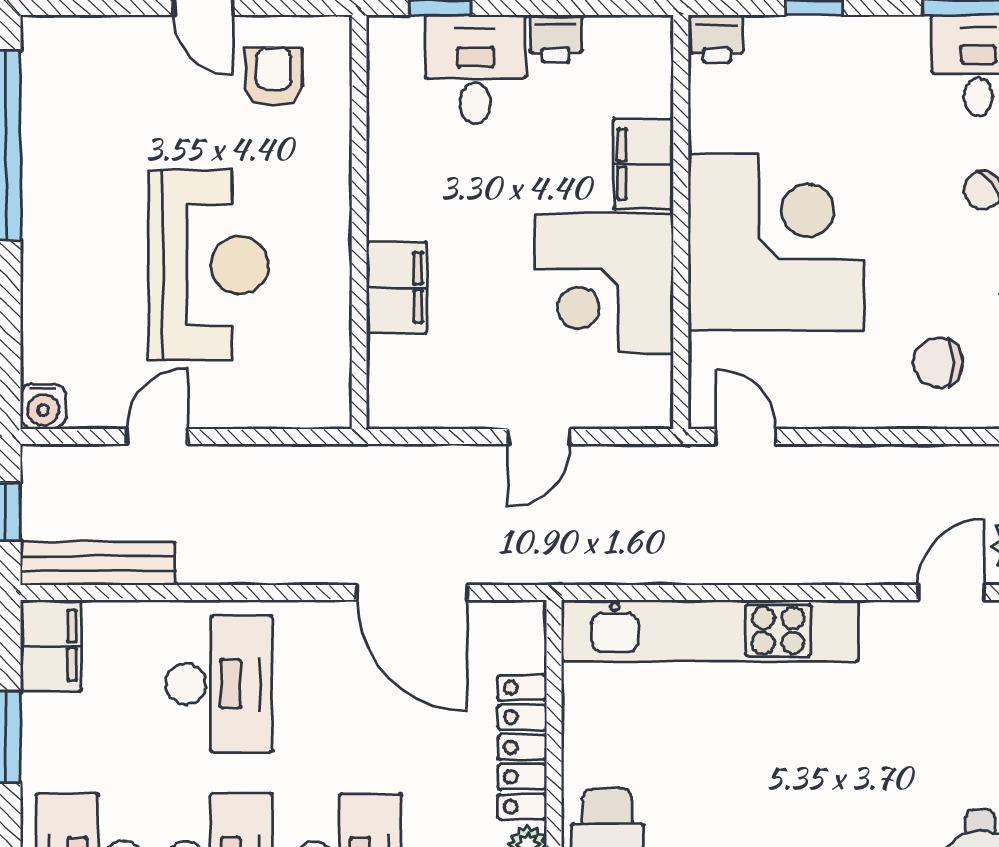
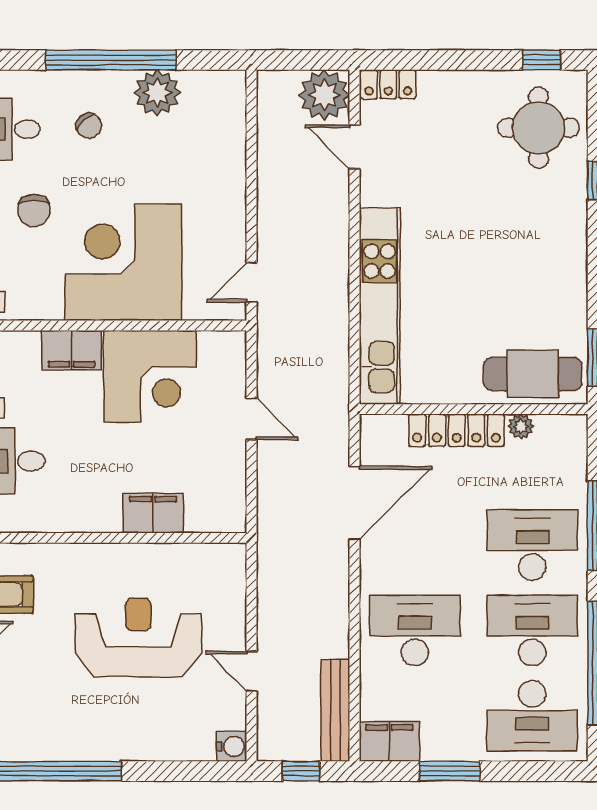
chair: (938, 363) -> (34, 210), moved

